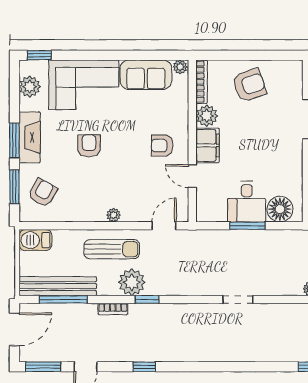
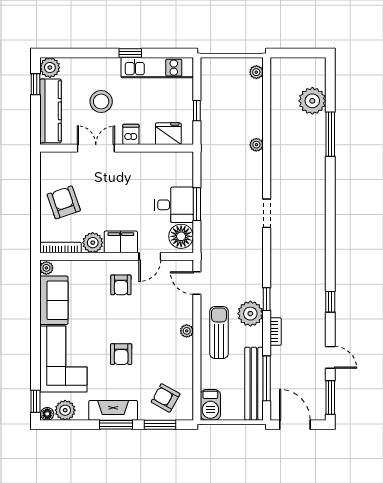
floor lamp: (26, 68) -> (47, 414), added
armchair: (89, 146) -> (121, 354), turned -90
floor lamp: (280, 209) -> (181, 236), moved

